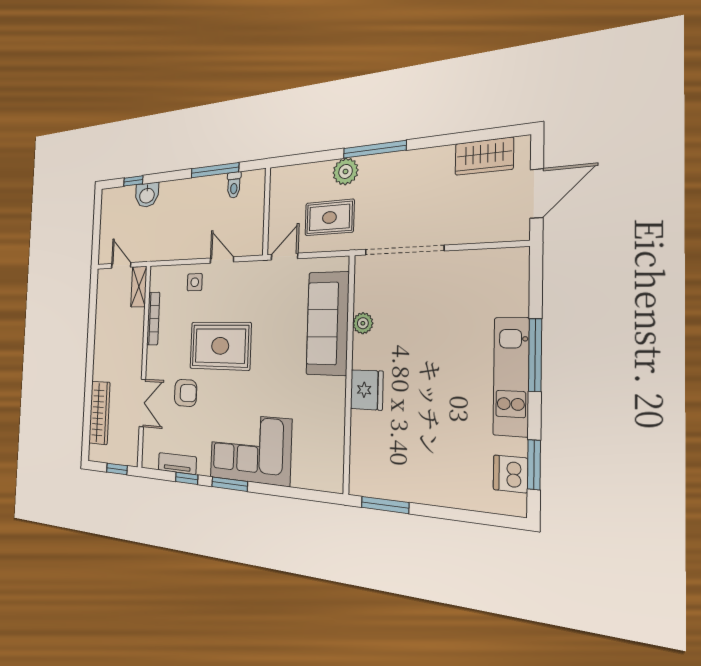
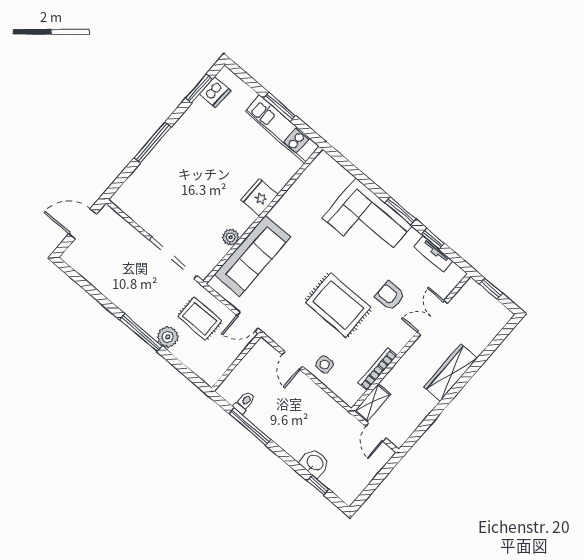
wardrobe: (484, 156) -> (90, 269), removed
kitchen unit: (511, 377) -> (282, 129), moved, turned 90
wardrobe: (99, 413) -> (450, 373), moved
window: (385, 505) -> (280, 107), moved

